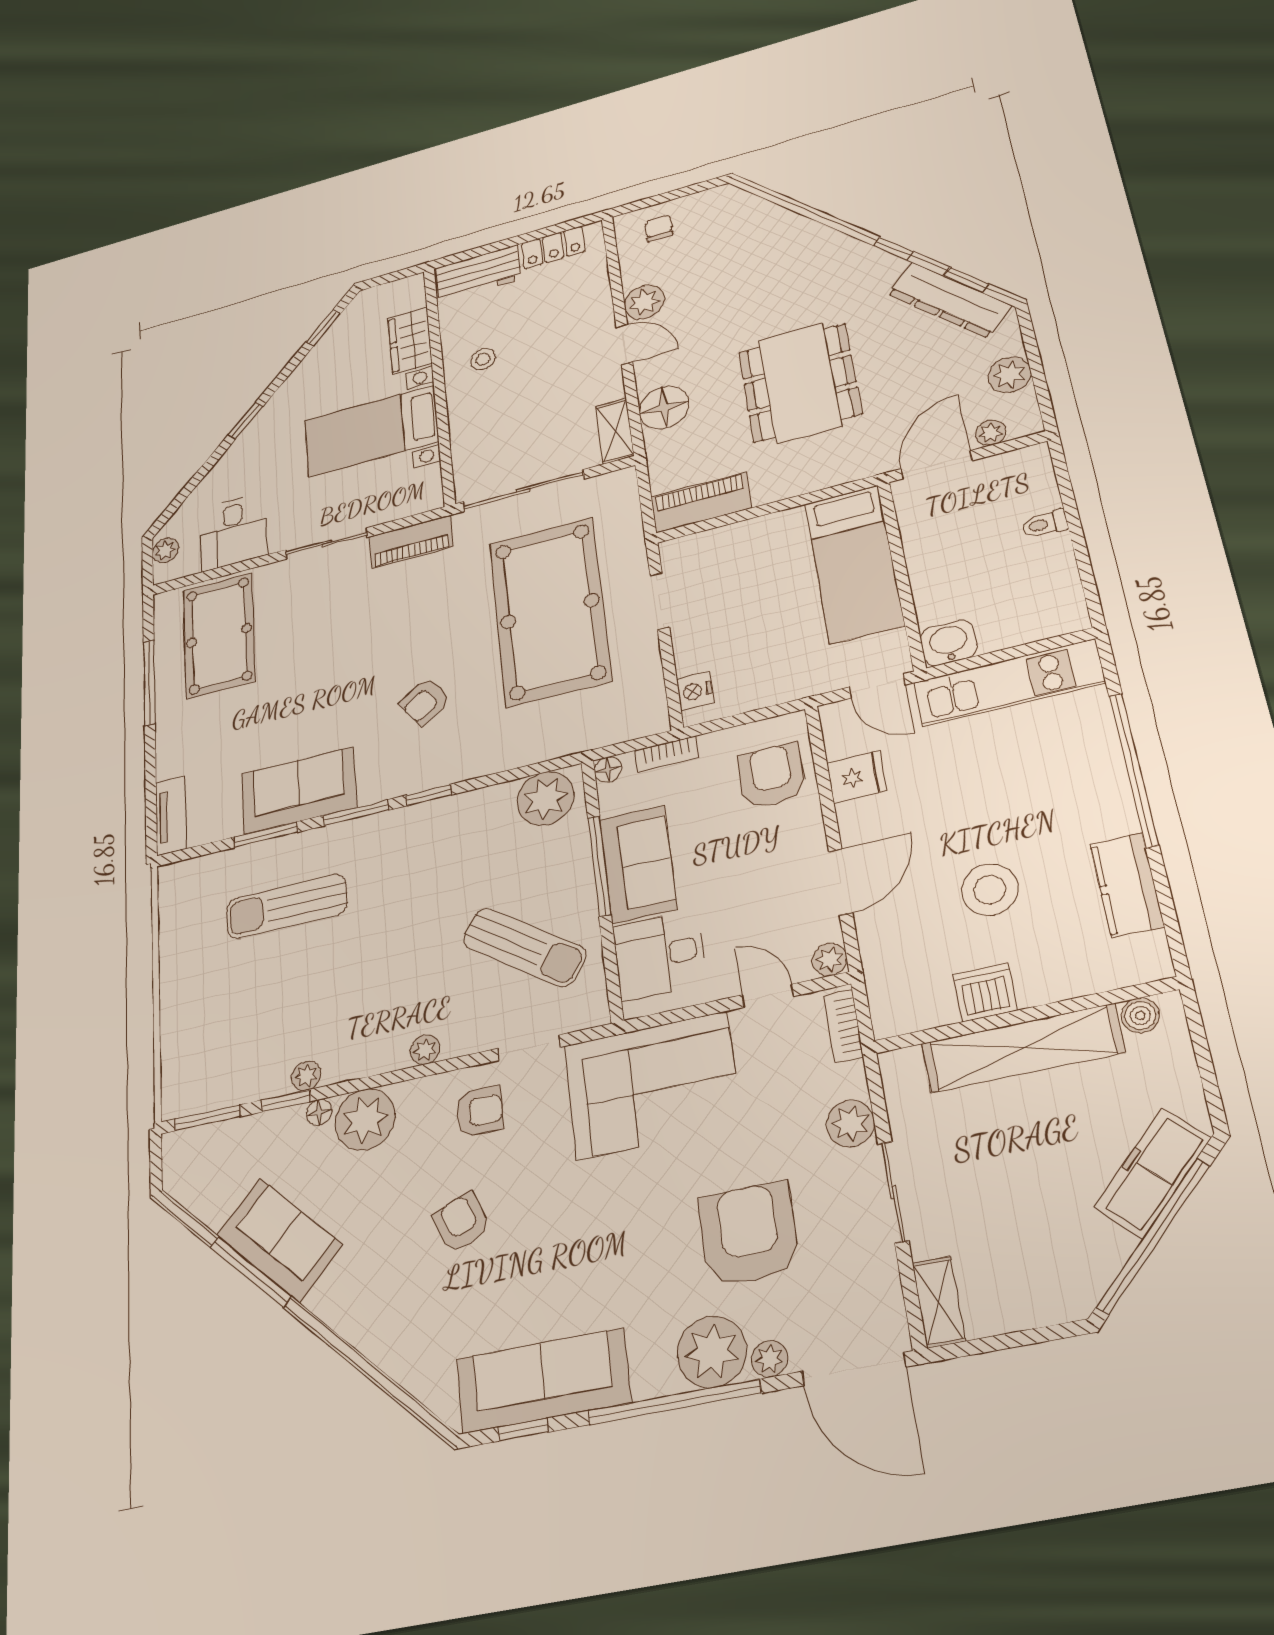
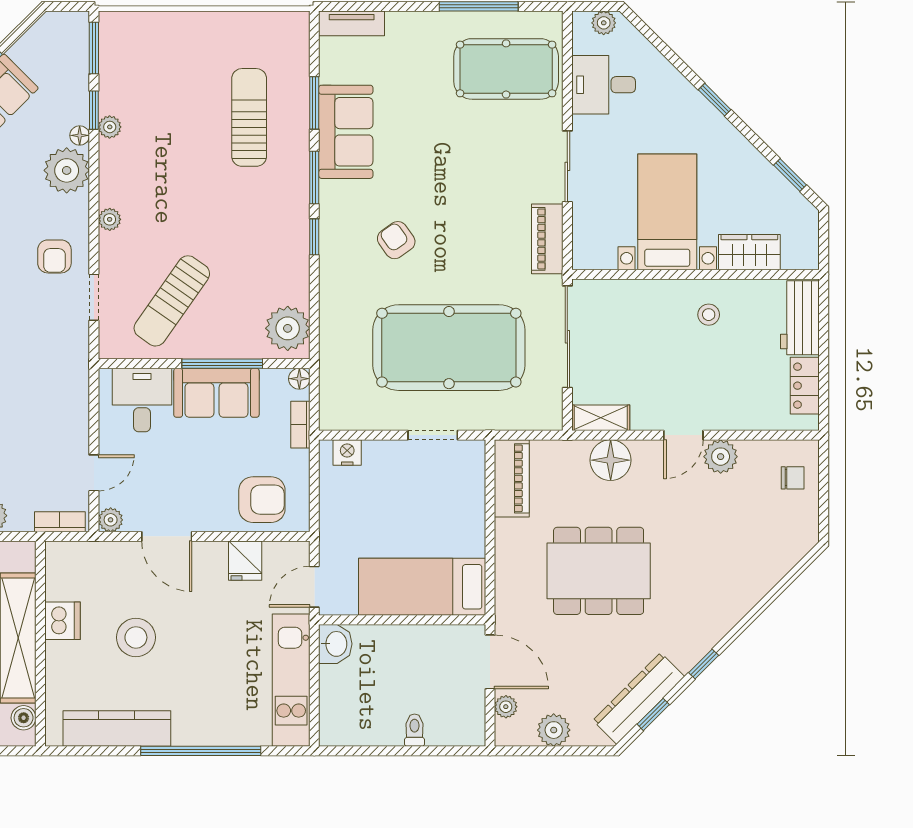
kitchen counter: (1127, 885) -> (117, 729), width x1.50
corner sofa: (652, 1085) -> (47, 383), removed

